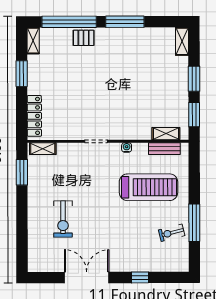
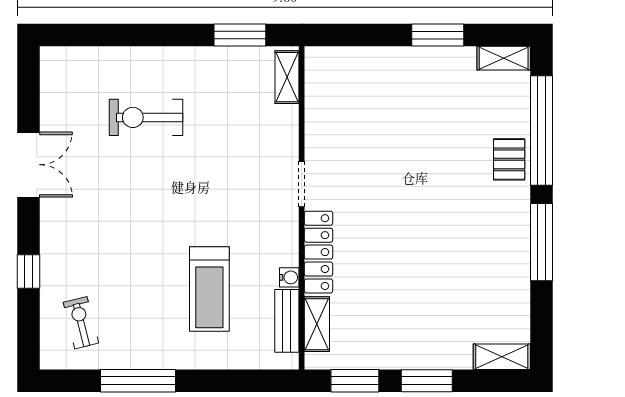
locker: (34, 116) -> (319, 252), moved, turned -90
water cooler: (127, 147) -> (289, 277), moved
treadmill: (148, 187) -> (209, 289), width x0.73, depth x0.73
exercise bike: (172, 233) -> (81, 323), moved
double door: (87, 278) -> (29, 165), width x0.73

